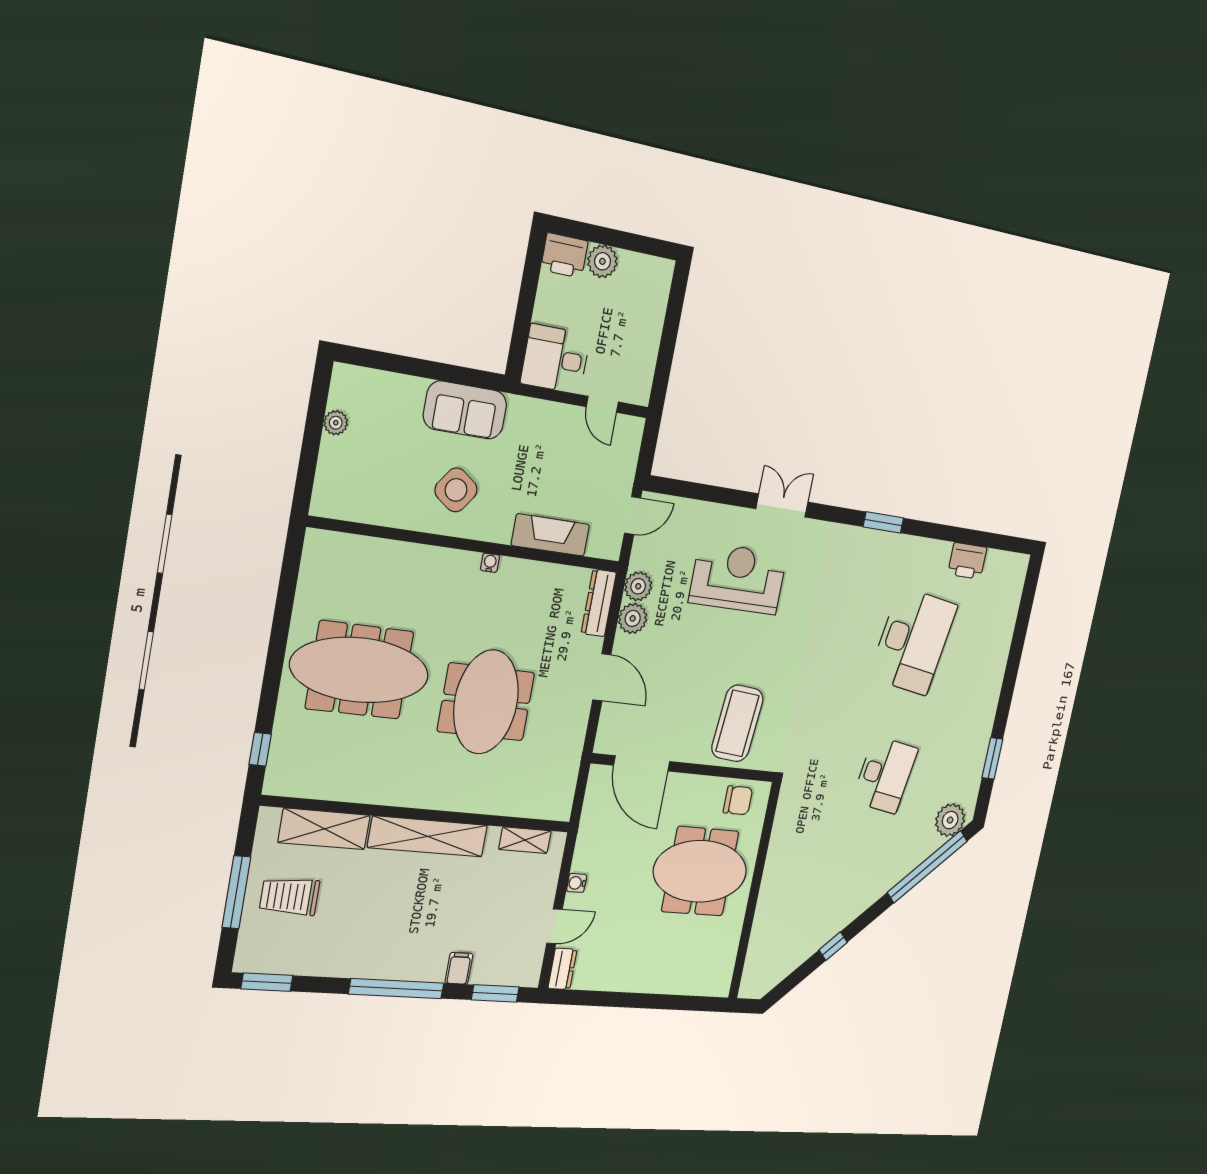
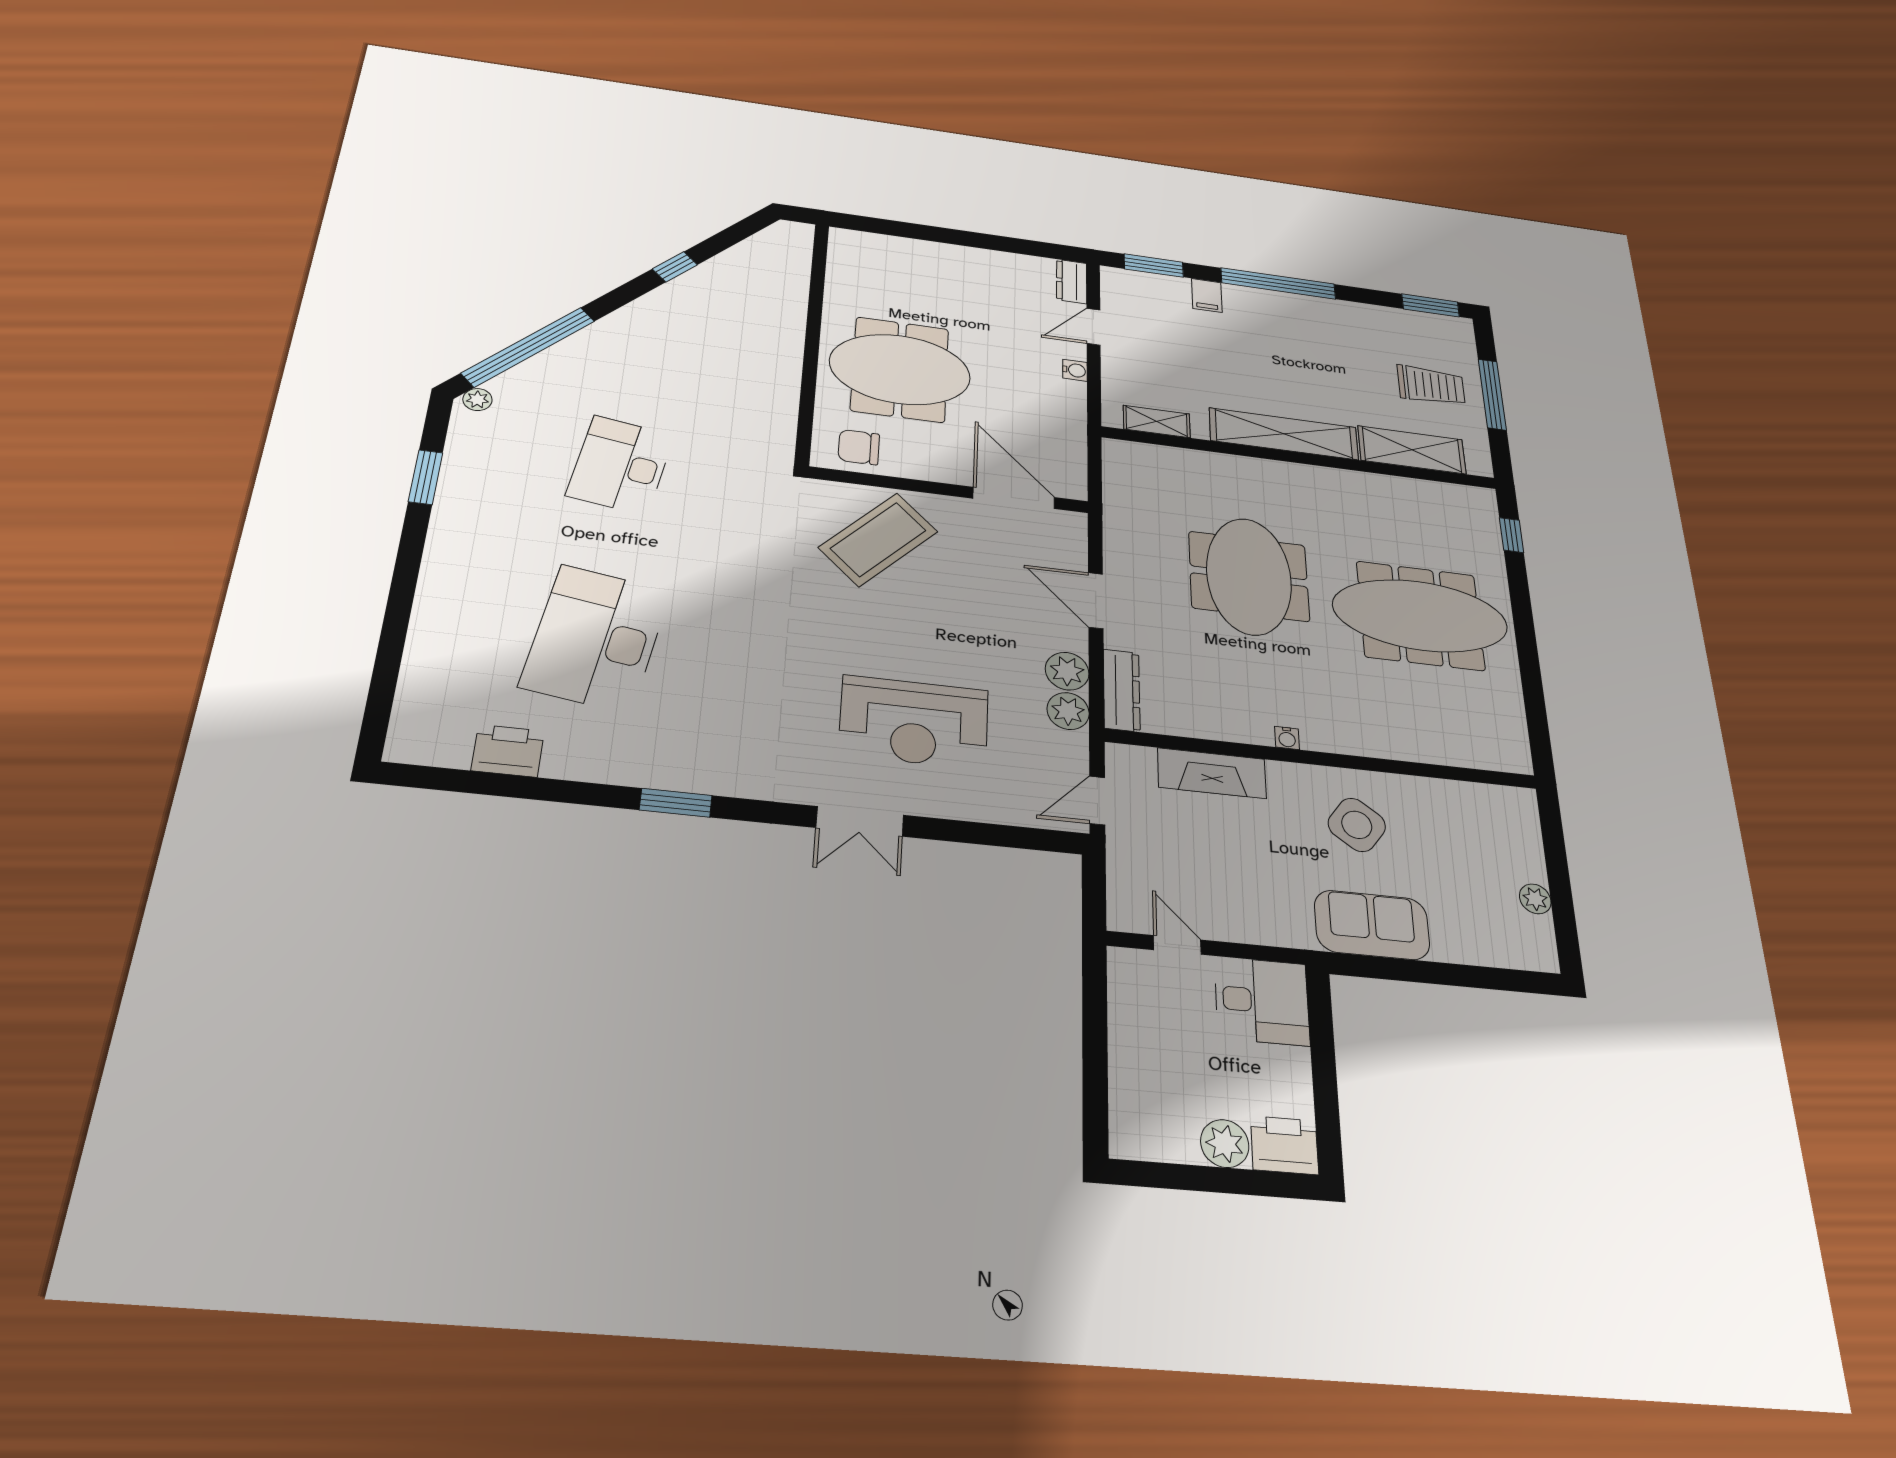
coffee table: (737, 723) -> (878, 539), turned 39
plant: (950, 820) -> (477, 400), width x0.53, depth x0.53

